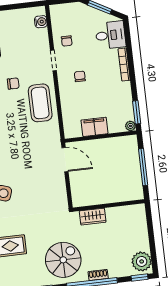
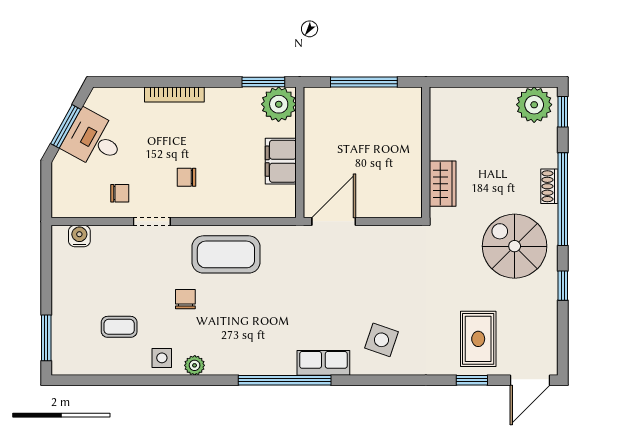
desk: (111, 35) -> (94, 140), moved, turned -61
plant: (130, 126) -> (279, 104), width x1.88, depth x1.88

